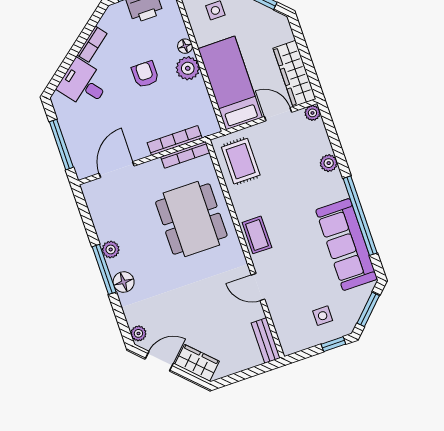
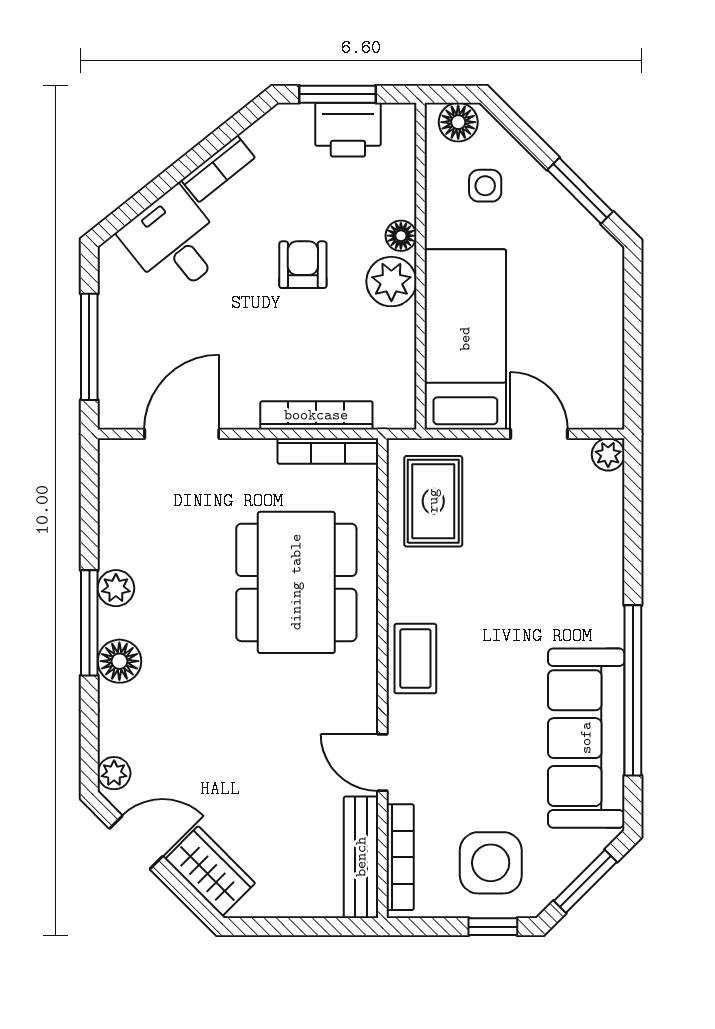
wardrobe: (294, 74) -> (599, 364), removed
plant: (329, 163) -> (606, 565), removed
side table: (323, 316) -> (491, 863), width x1.87, depth x1.87
bookcase: (281, 327) -> (400, 857), added
bench: (266, 341) -> (361, 857), width x1.36

